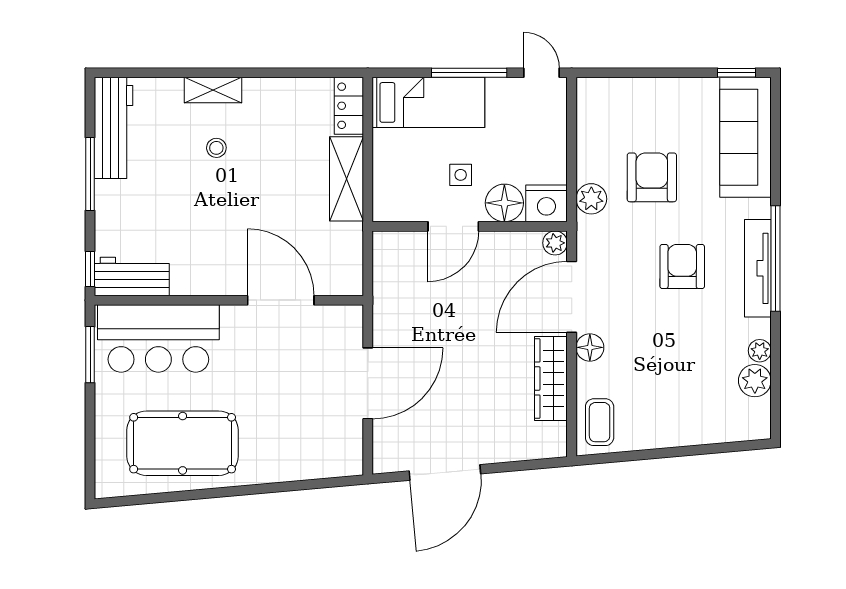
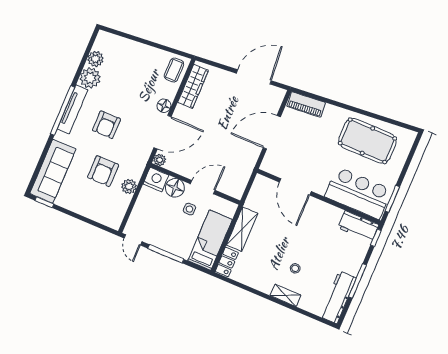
bed: (428, 102) -> (210, 240), moved, turned 90
plant: (591, 199) -> (129, 186), moved
plant: (760, 351) -> (90, 78), width x1.88, depth x1.88
wardrobe: (551, 378) -> (193, 86), moved
piano: (326, 462) -> (306, 104), added

